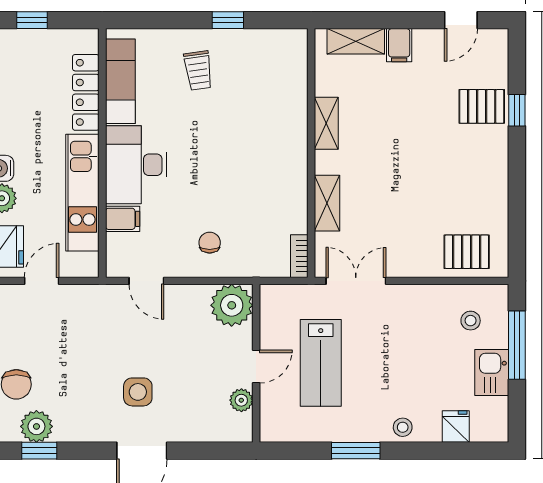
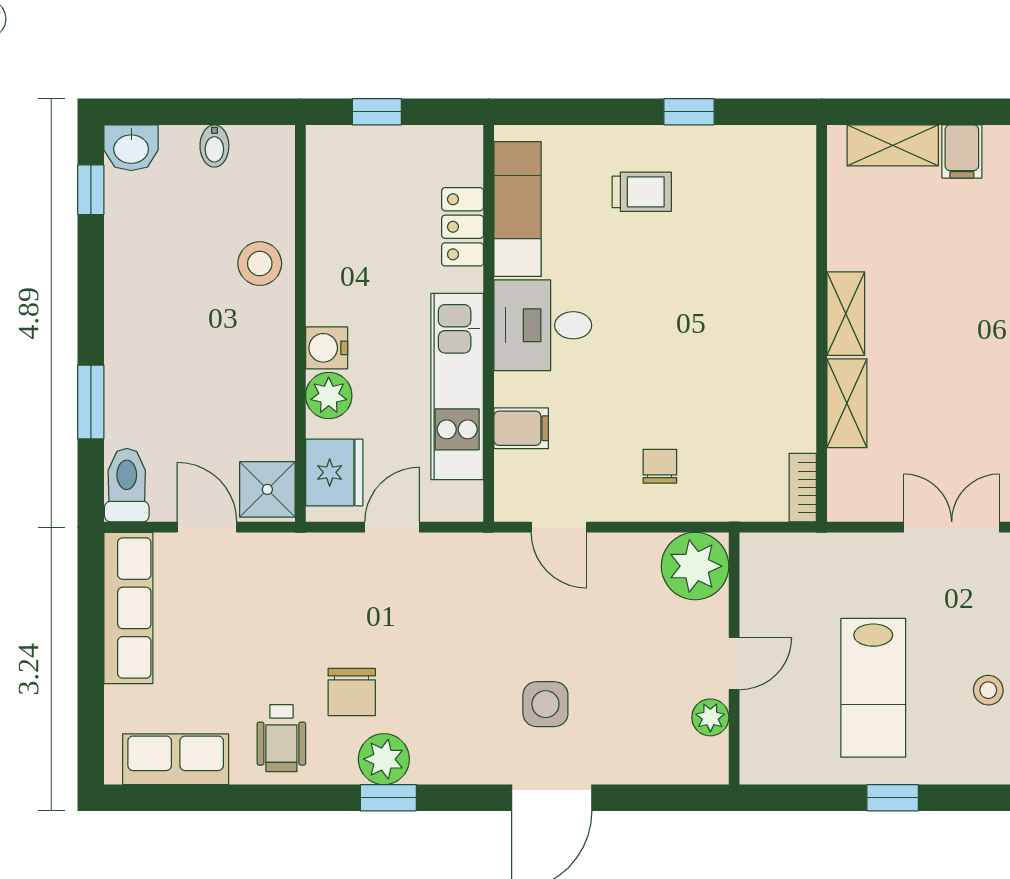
trolley: (198, 70) -> (642, 192), turned -82
locker: (86, 92) -> (463, 227), width x0.66
shelving: (326, 123) -> (846, 314), moved
desk: (136, 165) -> (543, 325), width x0.73
double door: (356, 281) -> (952, 527), moved
lab bench: (321, 363) -> (873, 688), moved
stool: (403, 427) -> (988, 690), moved
window: (356, 451) -> (893, 798), width x0.67

